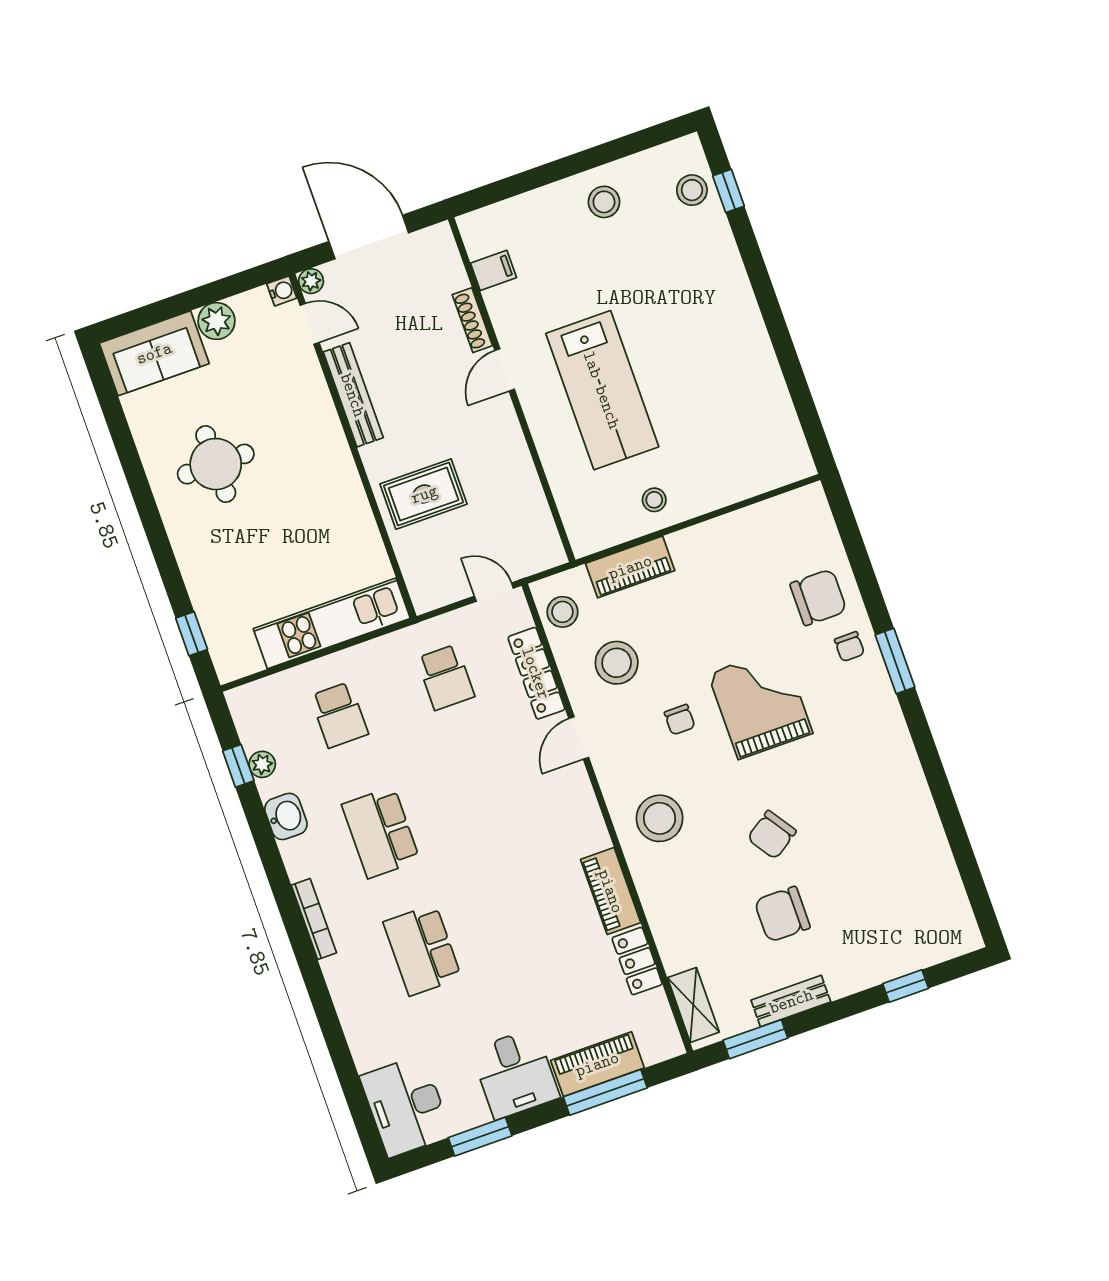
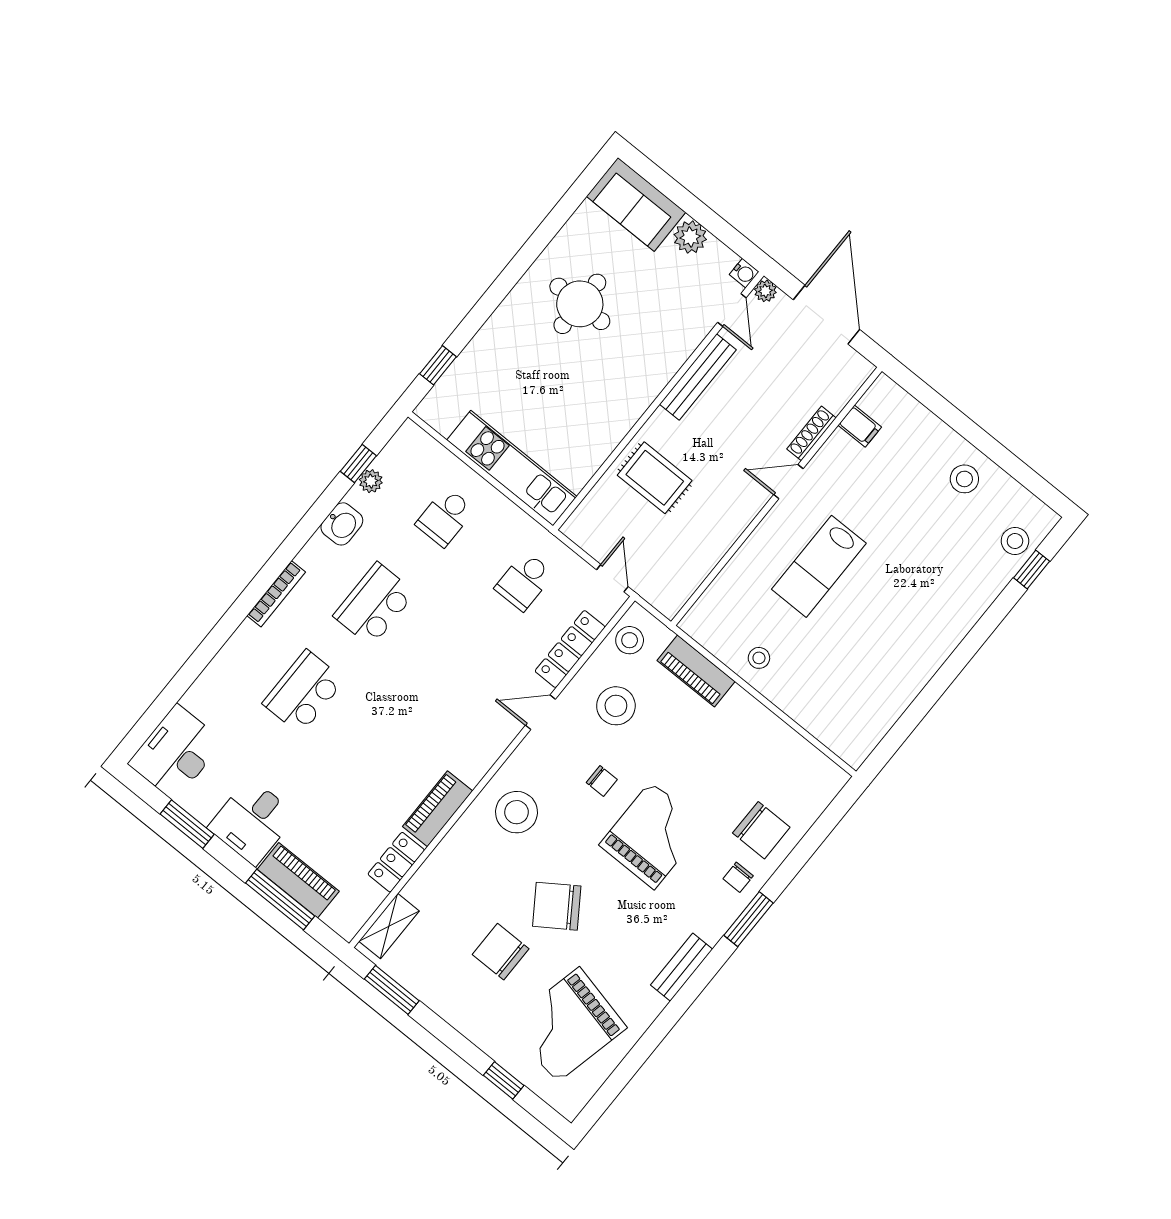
lab bench: (602, 390) -> (819, 566), width x0.73, depth x0.72
chair: (680, 720) -> (602, 781), turned -90
chair: (772, 835) -> (557, 906), width x1.37, depth x1.37
grand piano: (890, 893) -> (568, 1025), added
bench: (791, 1001) -> (682, 967), moved, turned 90

